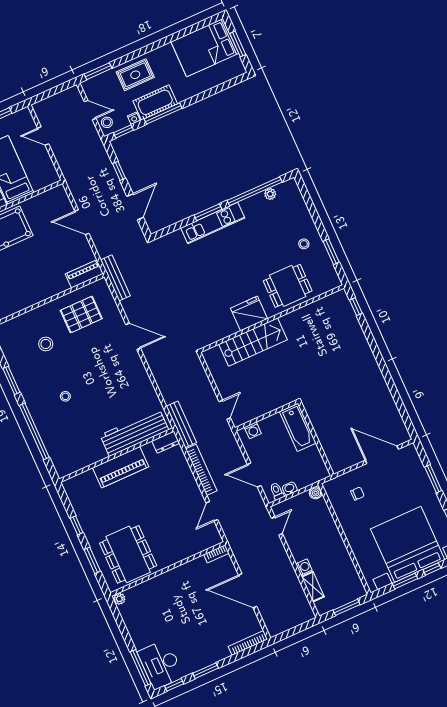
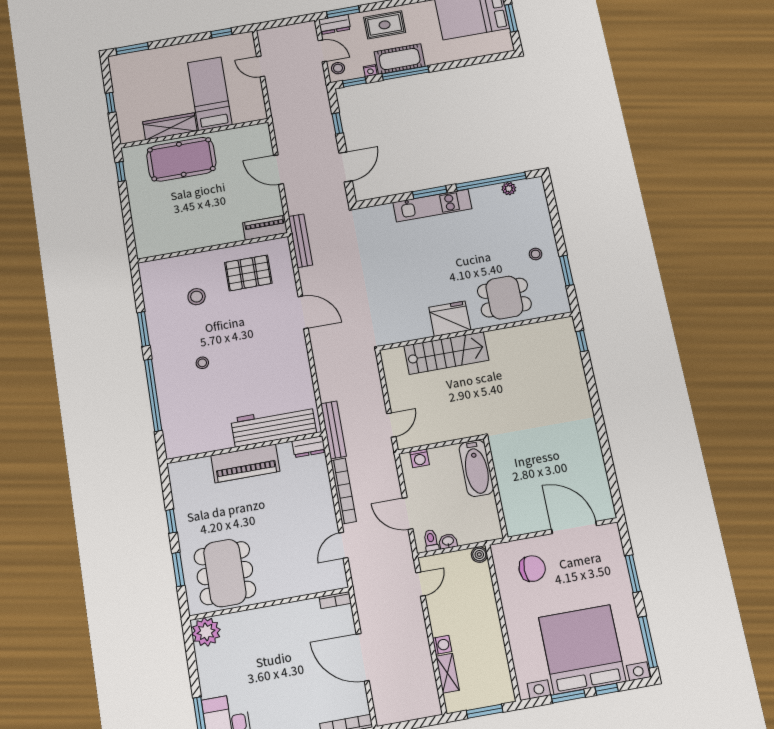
dresser: (94, 84) -> (335, 24), added
chair: (357, 494) -> (532, 569), width x1.87, depth x1.87
plant: (119, 599) -> (206, 632), width x1.87, depth x1.87

